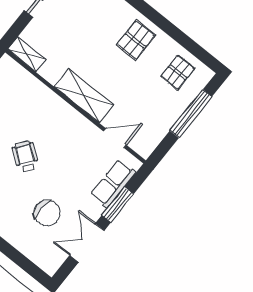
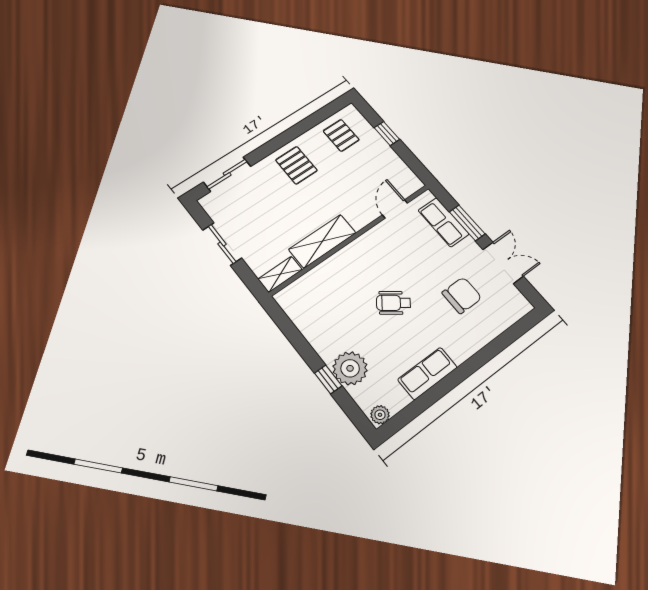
shelving: (84, 96) -> (322, 241), moved
window: (191, 114) -> (387, 134), width x0.46
double door: (87, 243) -> (503, 263), swing flipped

